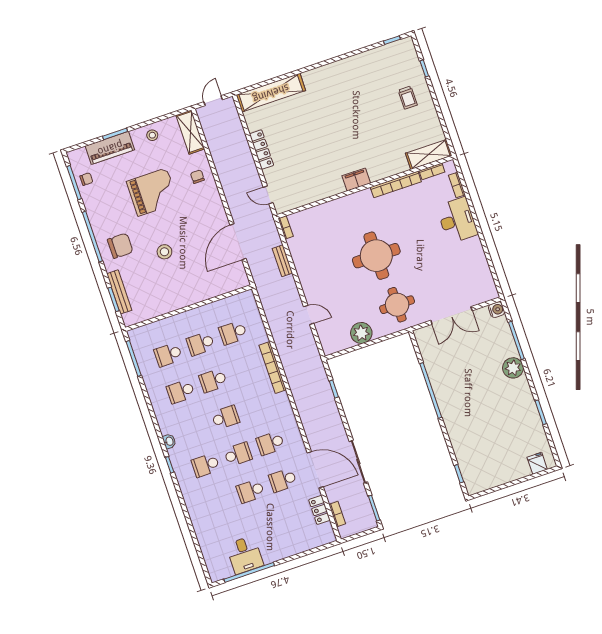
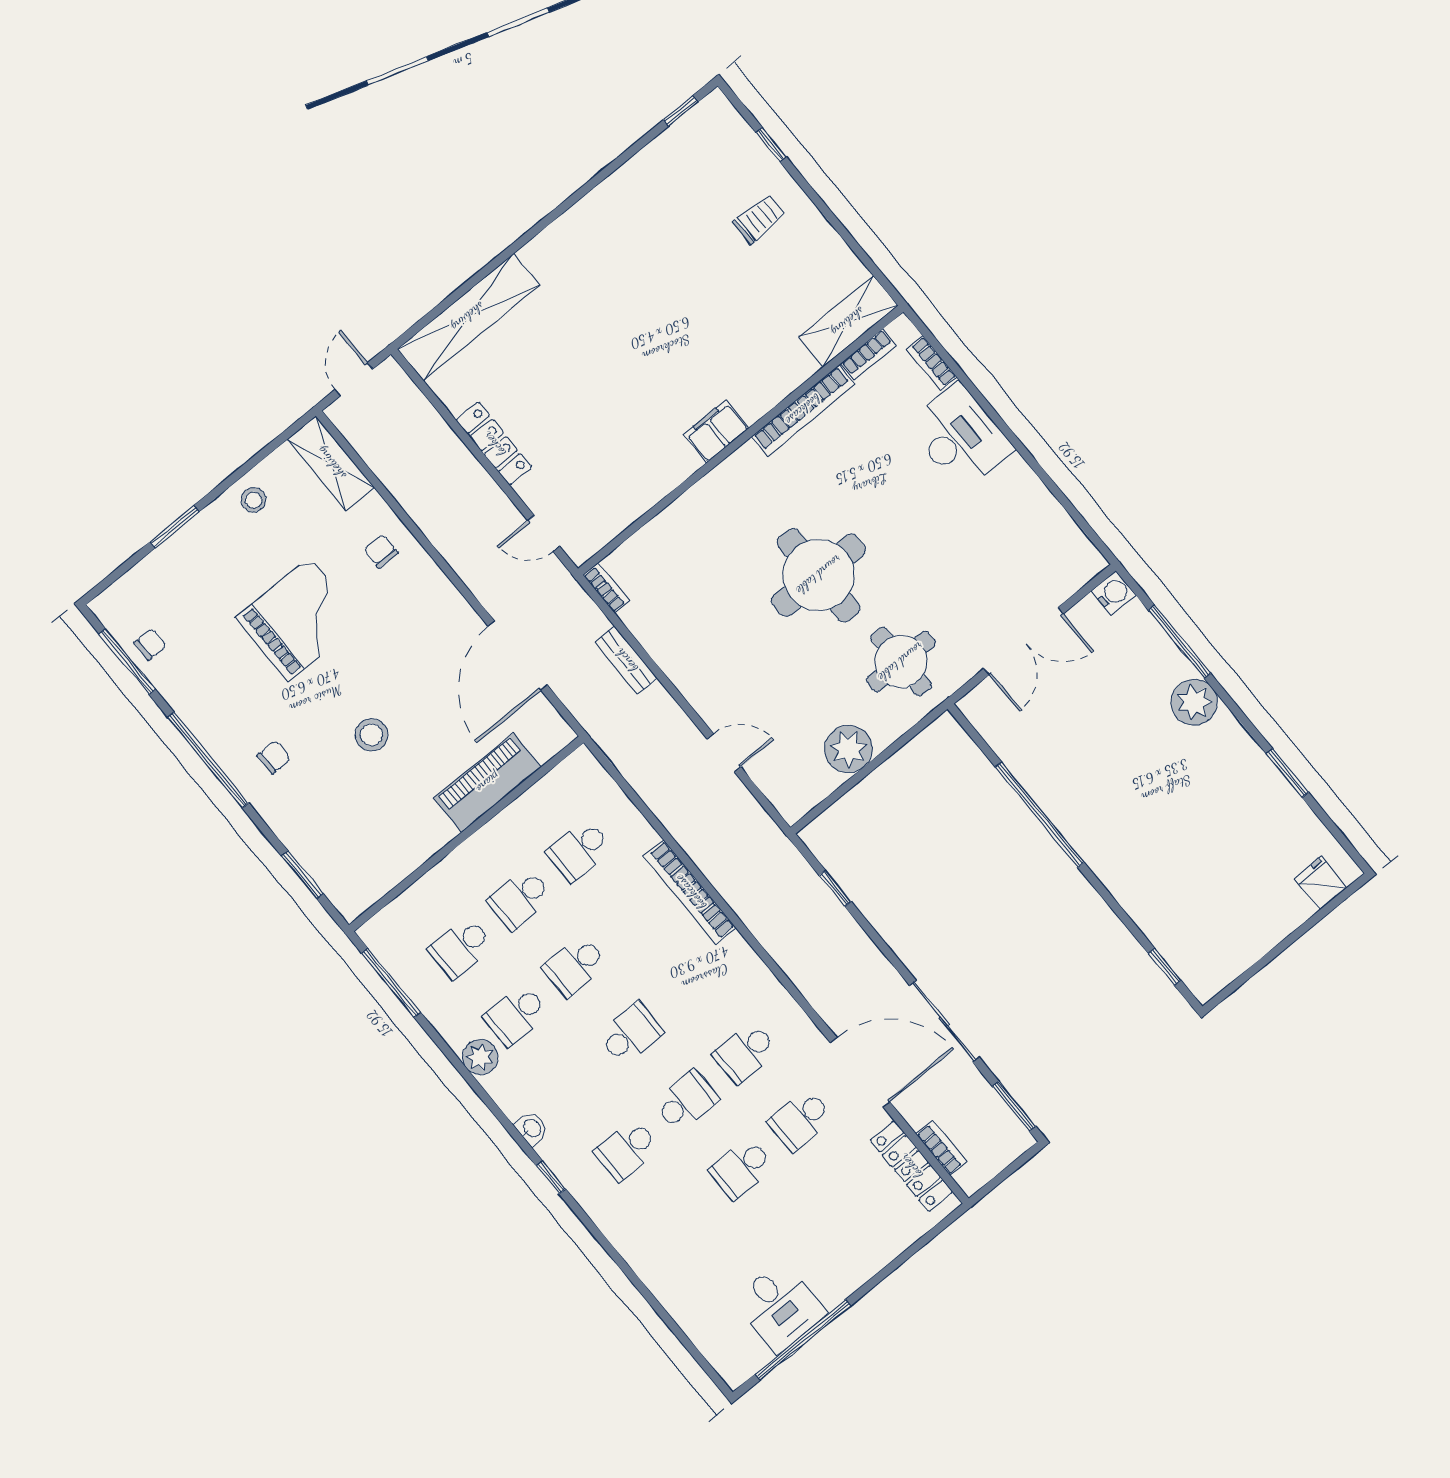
trolley: (408, 98) -> (759, 219), turned -90
piano: (110, 148) -> (488, 783), moved, turned 180
chair: (120, 246) -> (274, 757), width x0.54, depth x0.54
bench: (119, 292) -> (308, 855), removed
plant: (159, 403) -> (480, 1057), added
locker: (319, 510) -> (911, 1166), width x1.53

